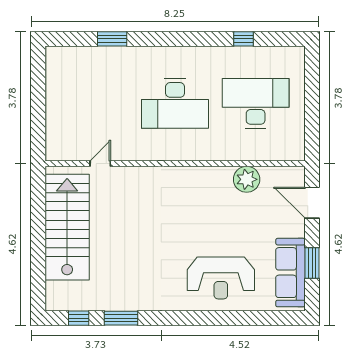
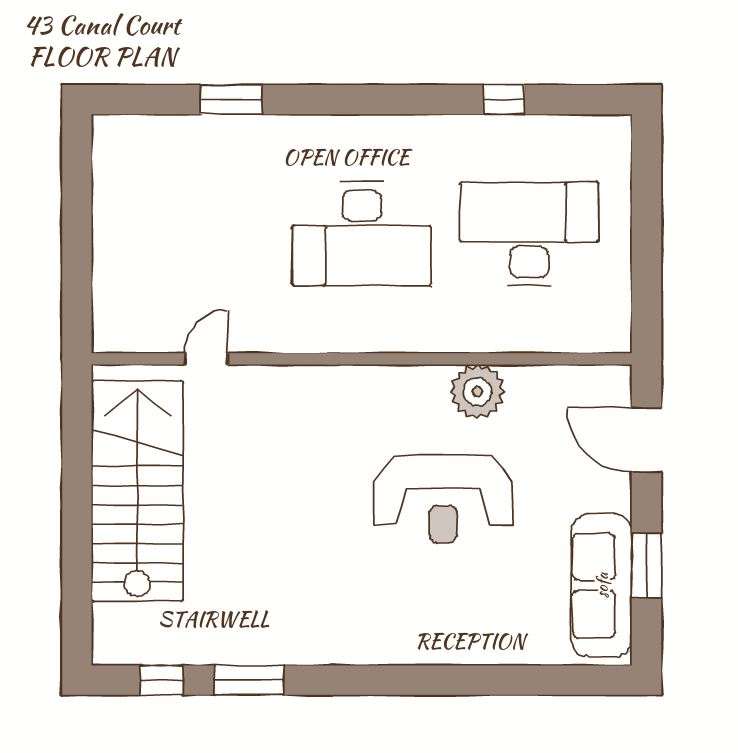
plant: (247, 179) -> (477, 392), moved
reception desk: (221, 278) -> (443, 499), moved

